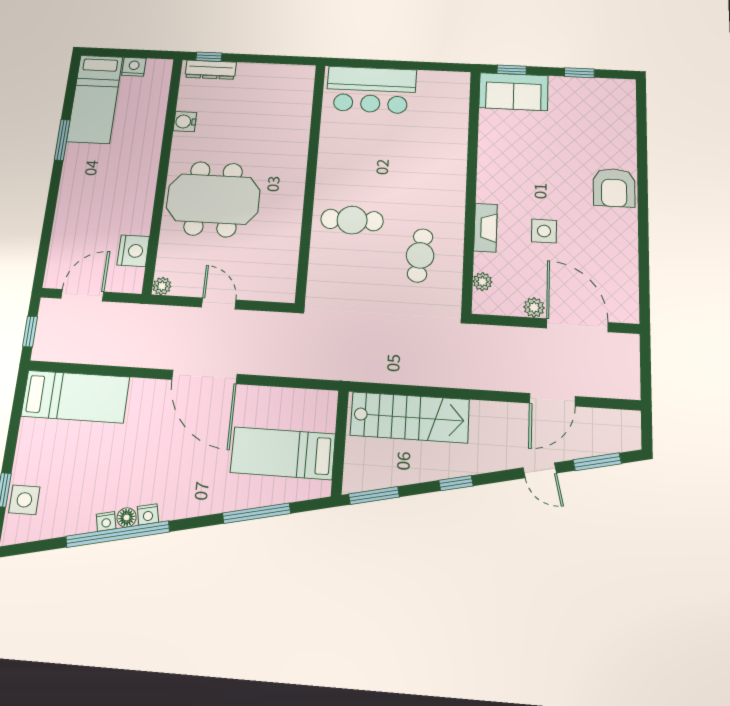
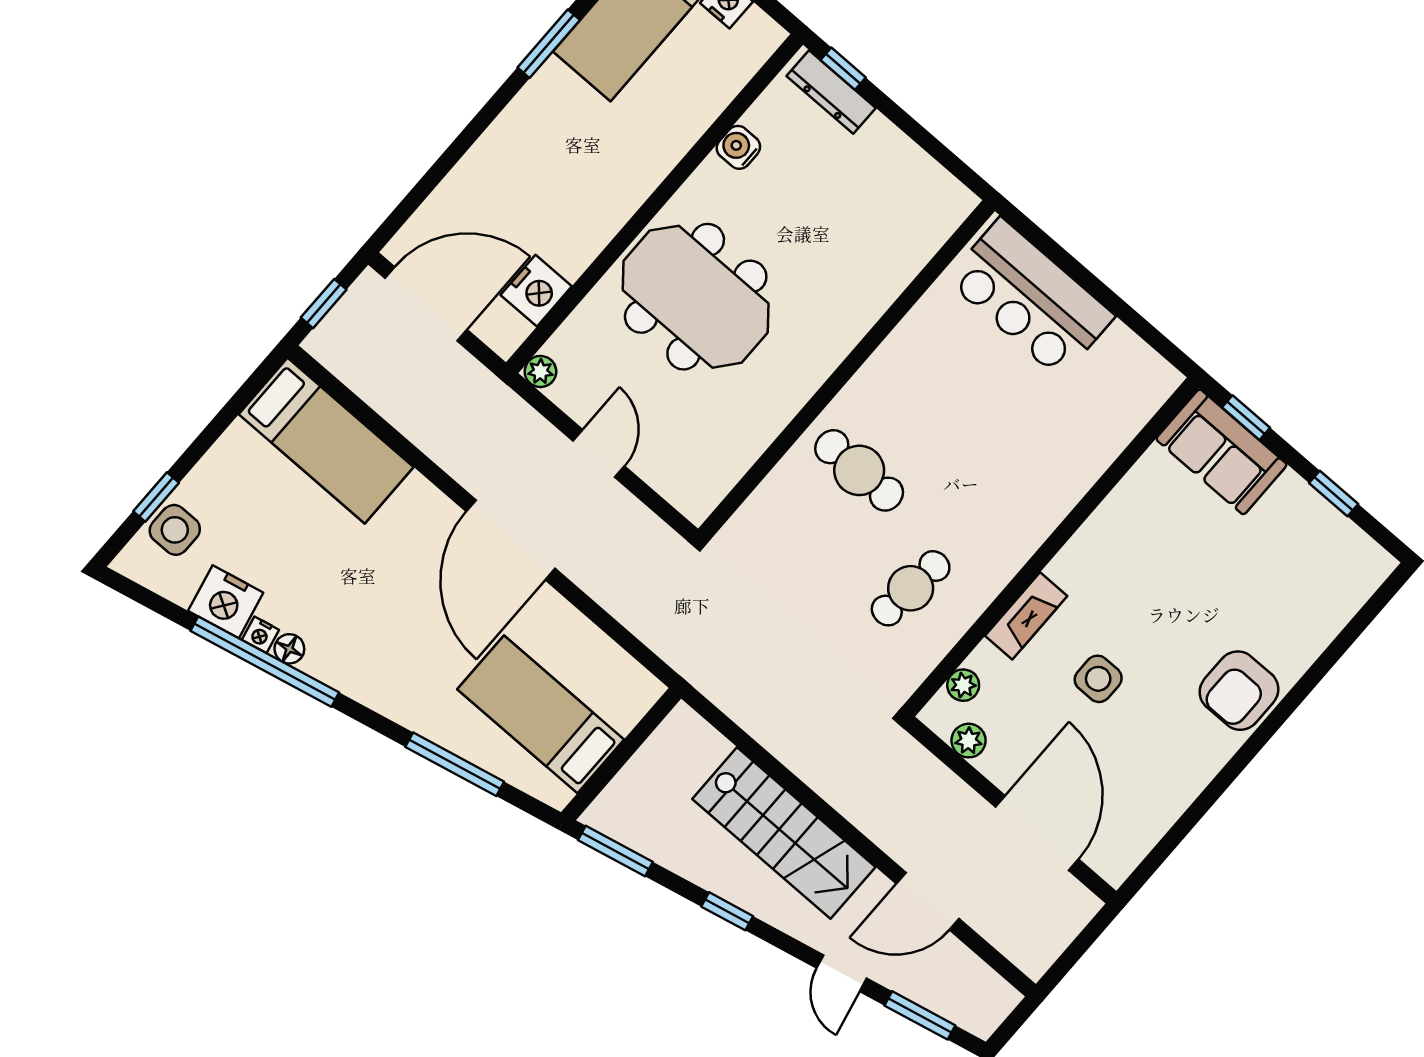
door: (82, 295) -> (426, 304), width x1.36
plant: (534, 307) -> (969, 741), moved
stairs: (410, 417) -> (784, 833), moved
nightstand: (148, 514) -> (226, 602), moved, width x1.89, depth x1.79

